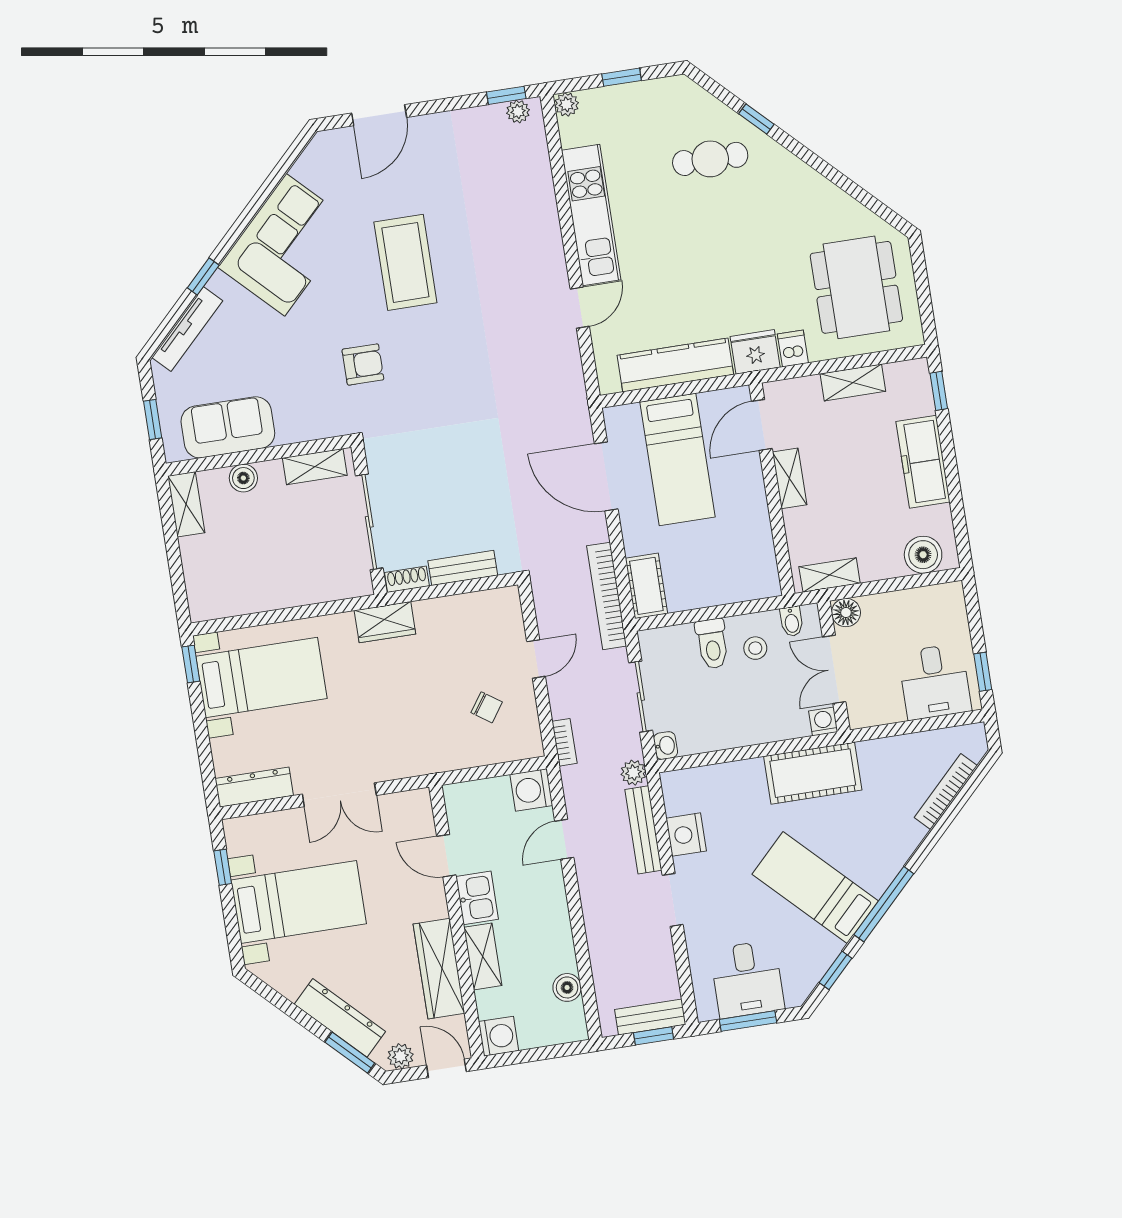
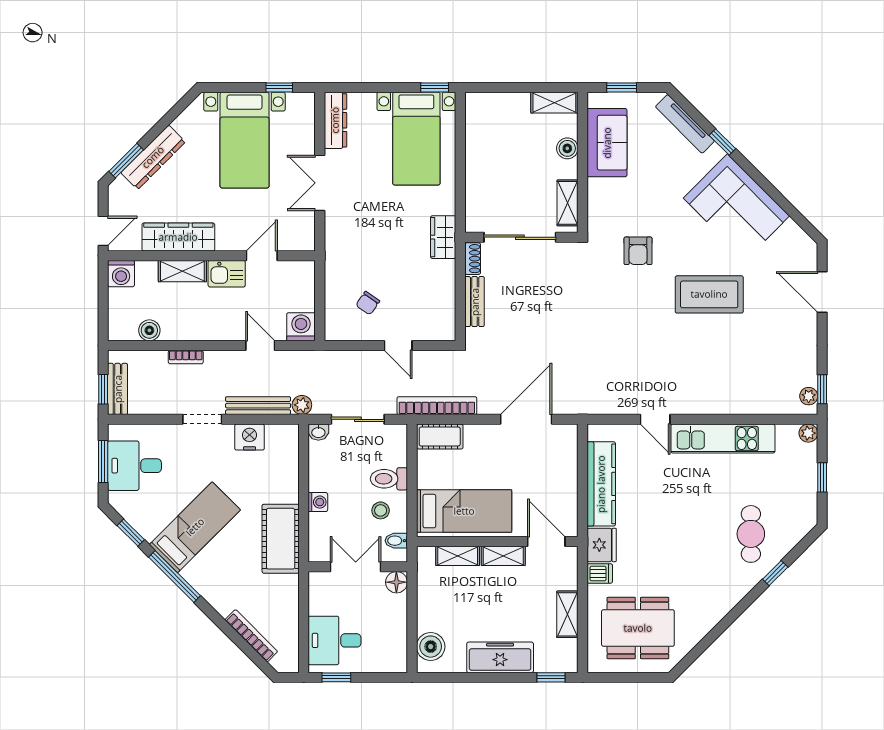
bed: (678, 460) -> (464, 511), moved, turned 180
shelving: (830, 575) -> (458, 556), moved, turned 90
washing machine: (823, 721) -> (318, 502), moved
bookcase: (564, 742) -> (186, 357), moved
plant: (400, 1056) -> (118, 198), removed

